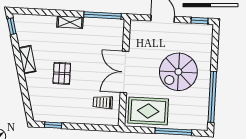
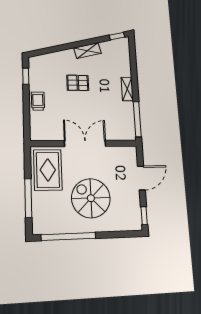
trolley: (103, 102) -> (38, 101), moved

